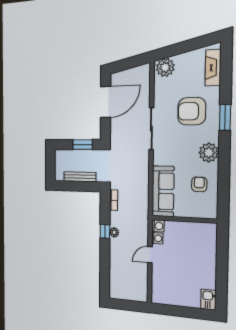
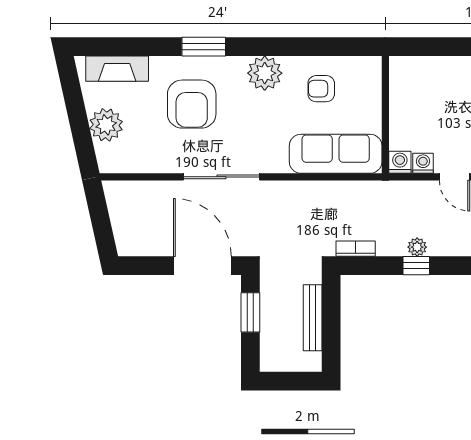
plant: (165, 67) -> (106, 125), moved
door: (106, 102) -> (202, 266), moved

